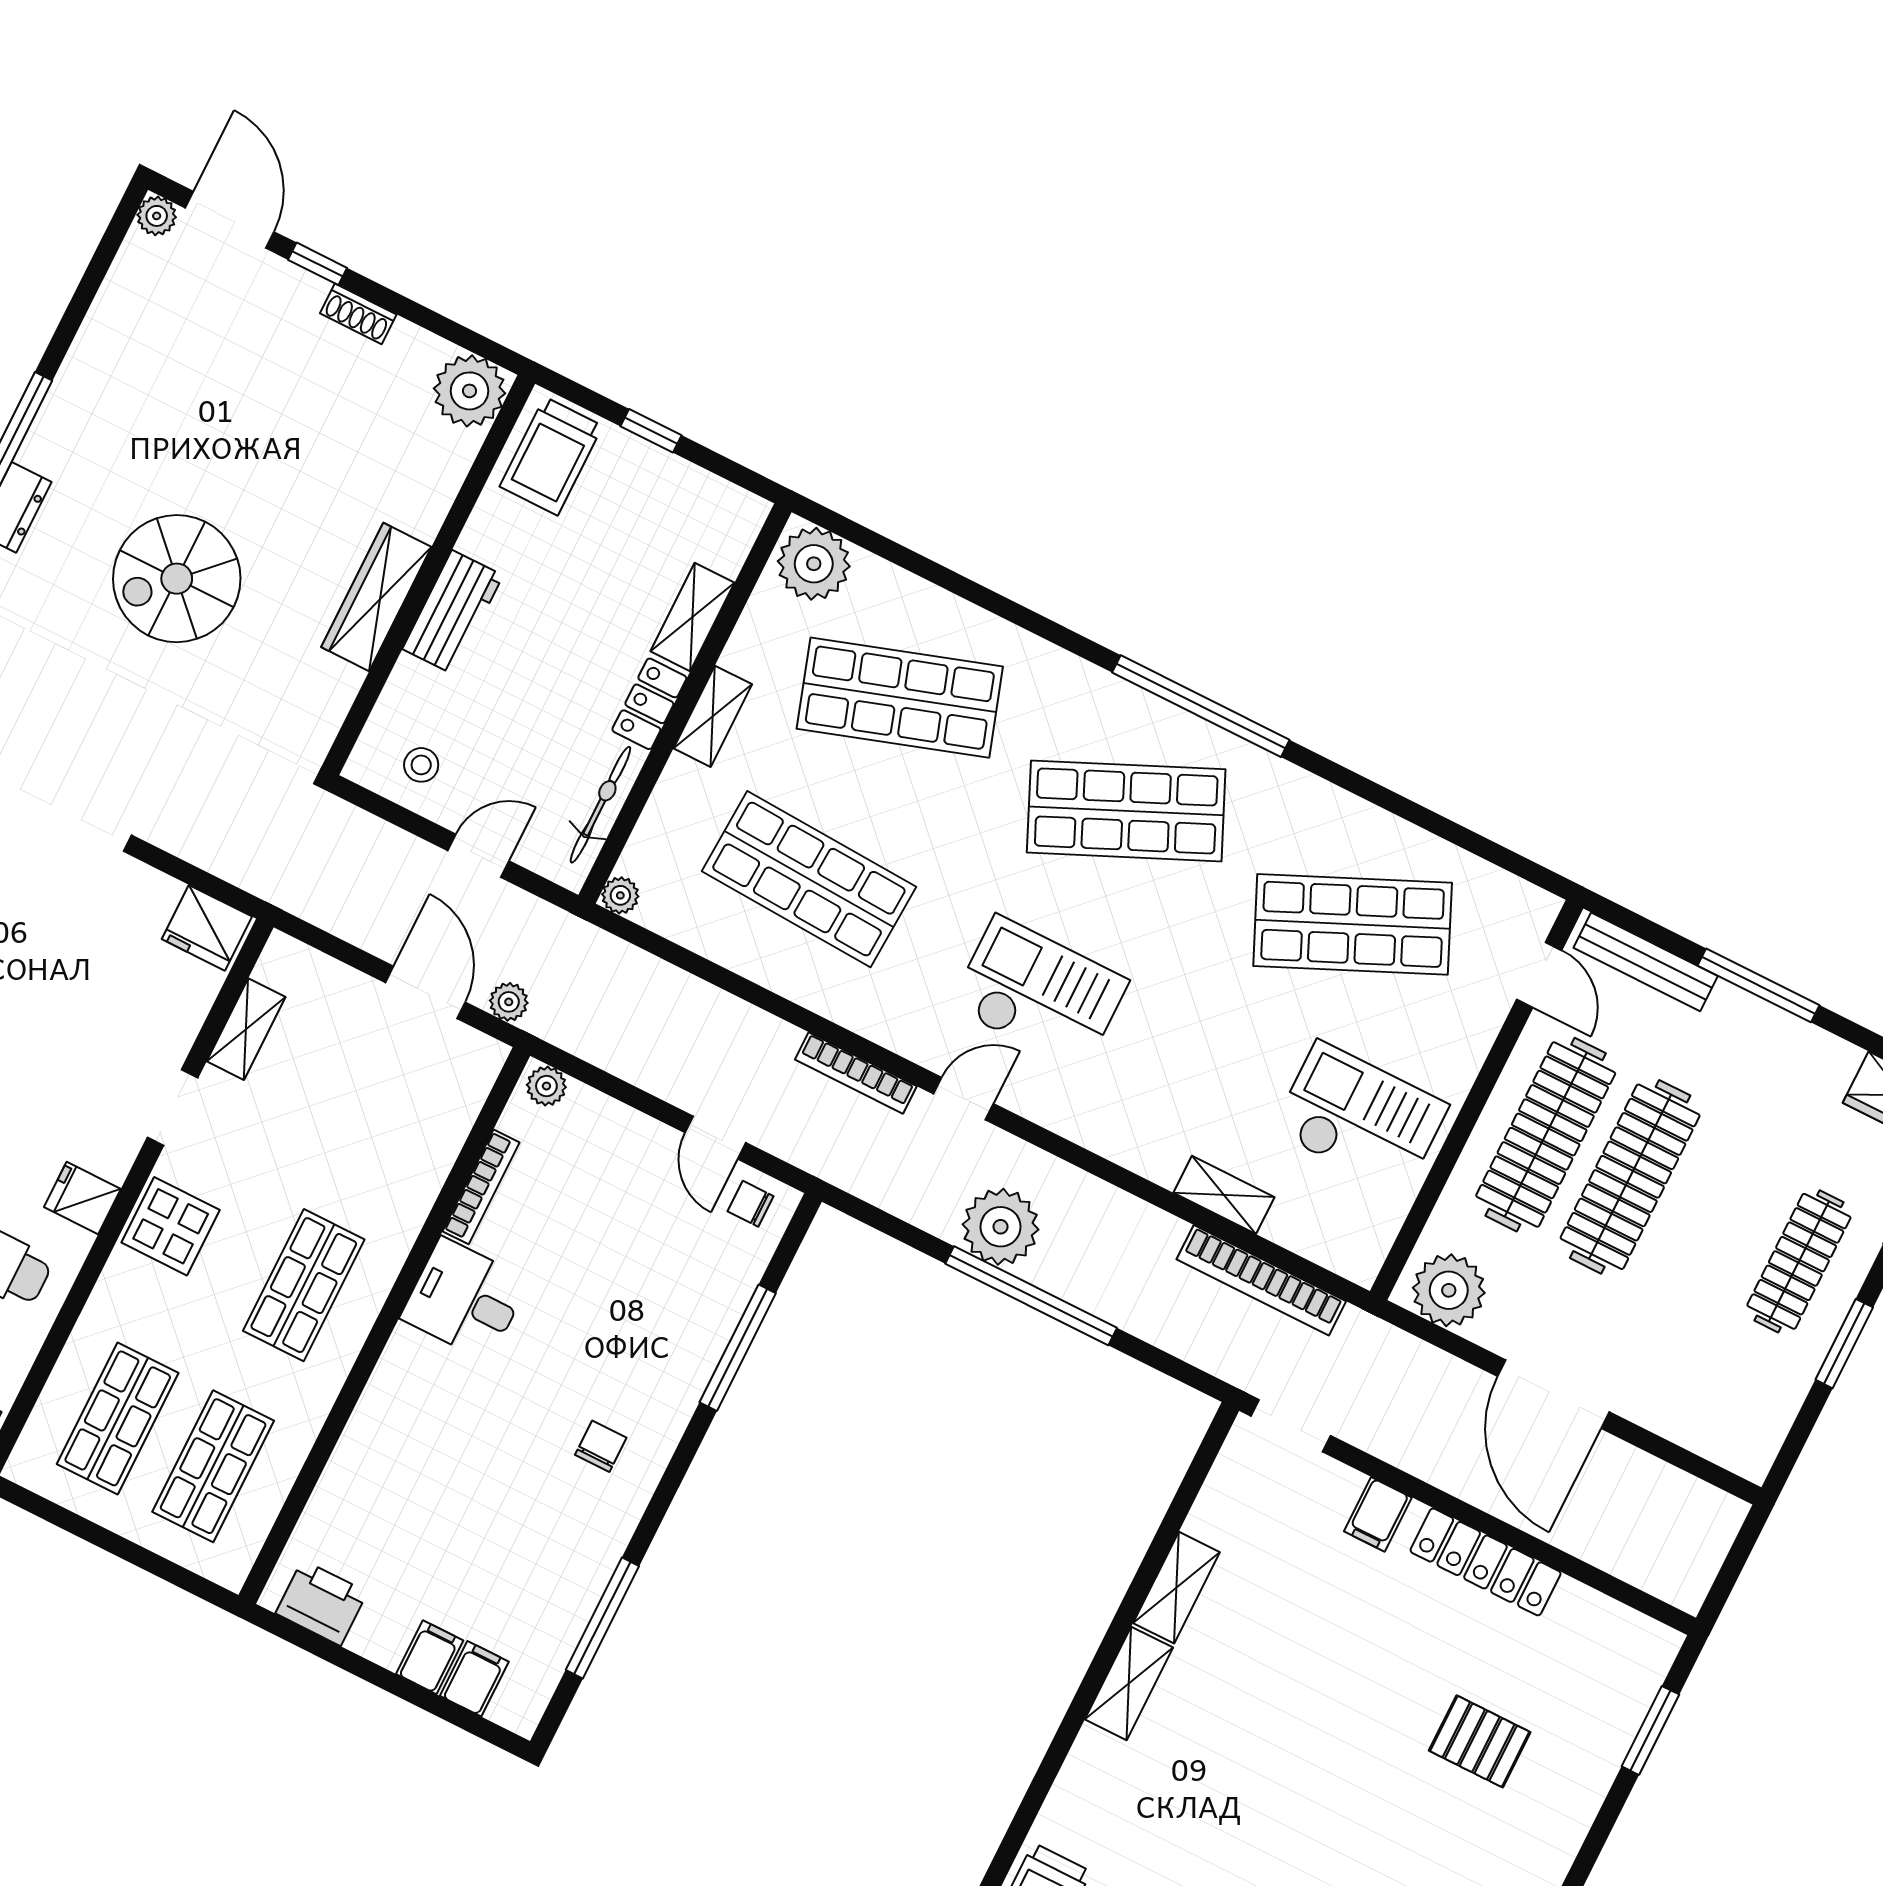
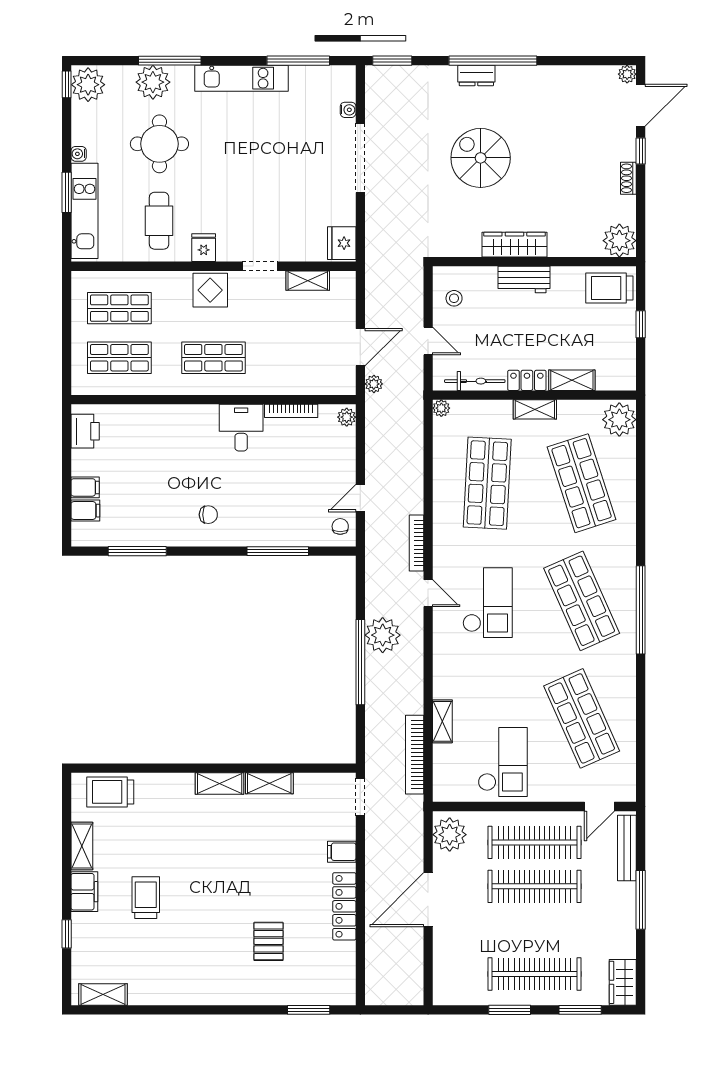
clothes rail: (1799, 1261) -> (534, 974), width x1.37, depth x1.31

